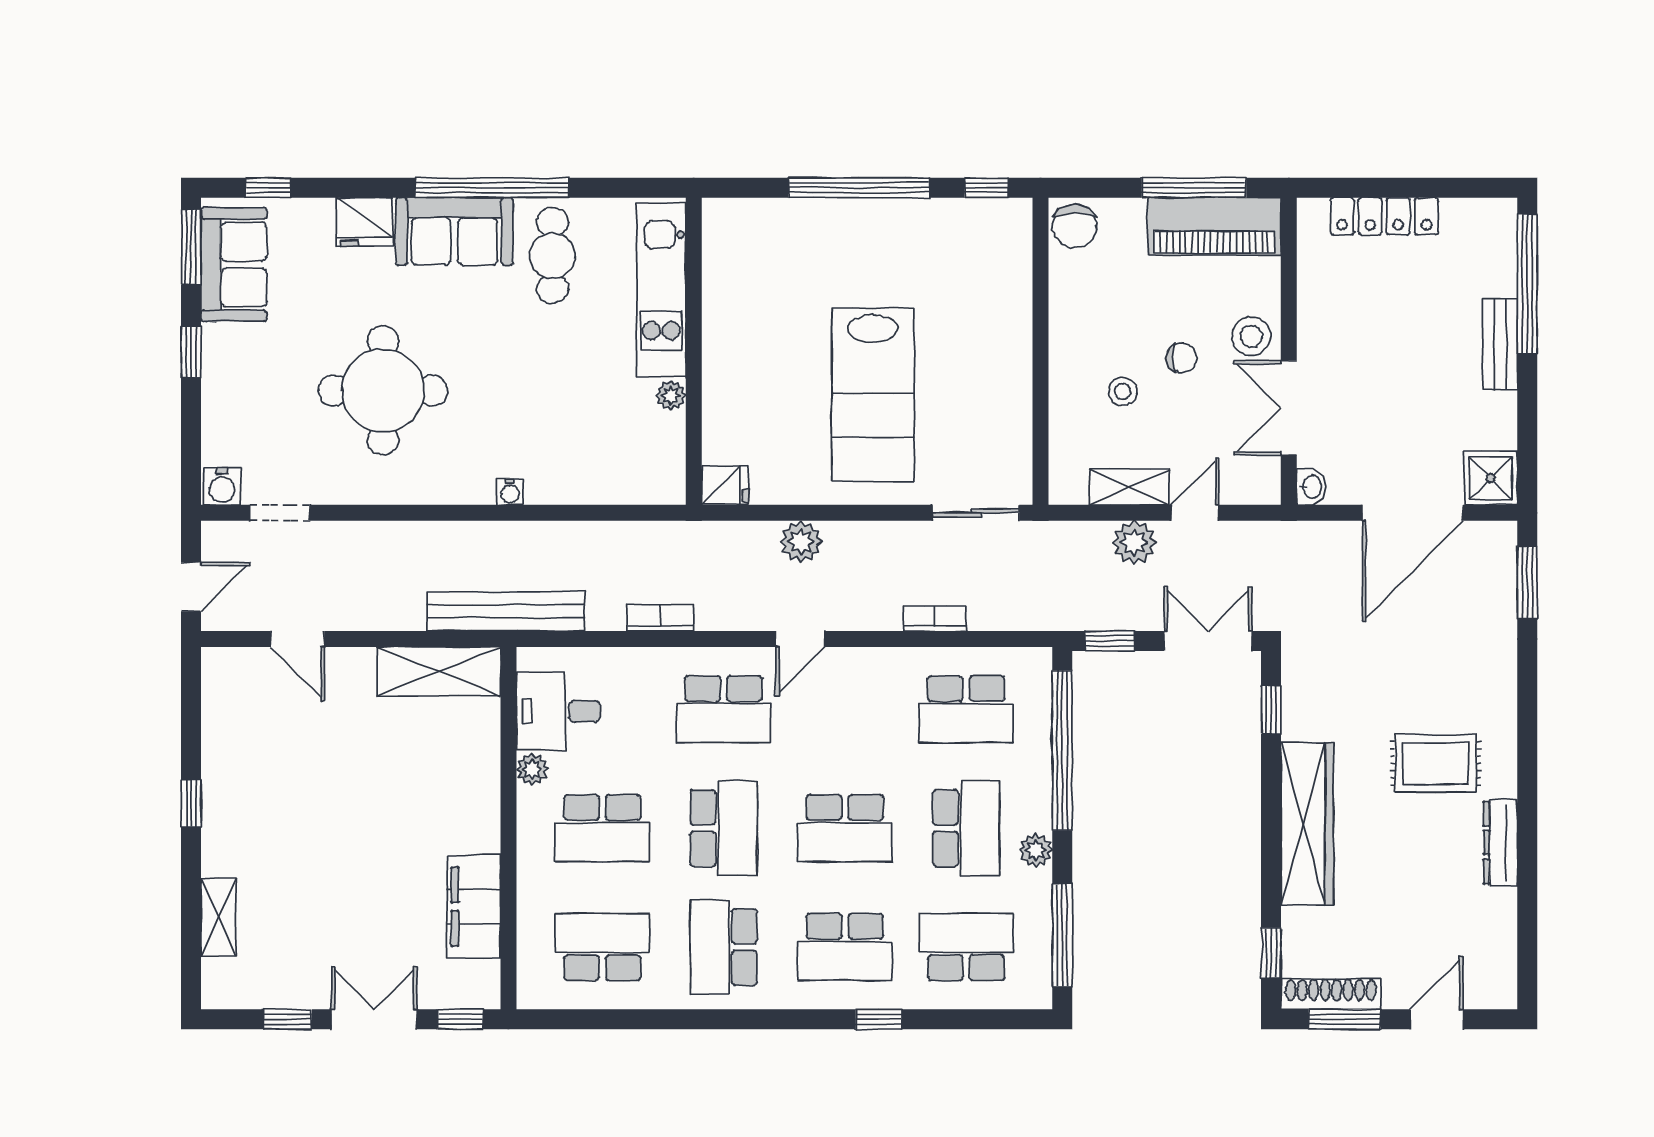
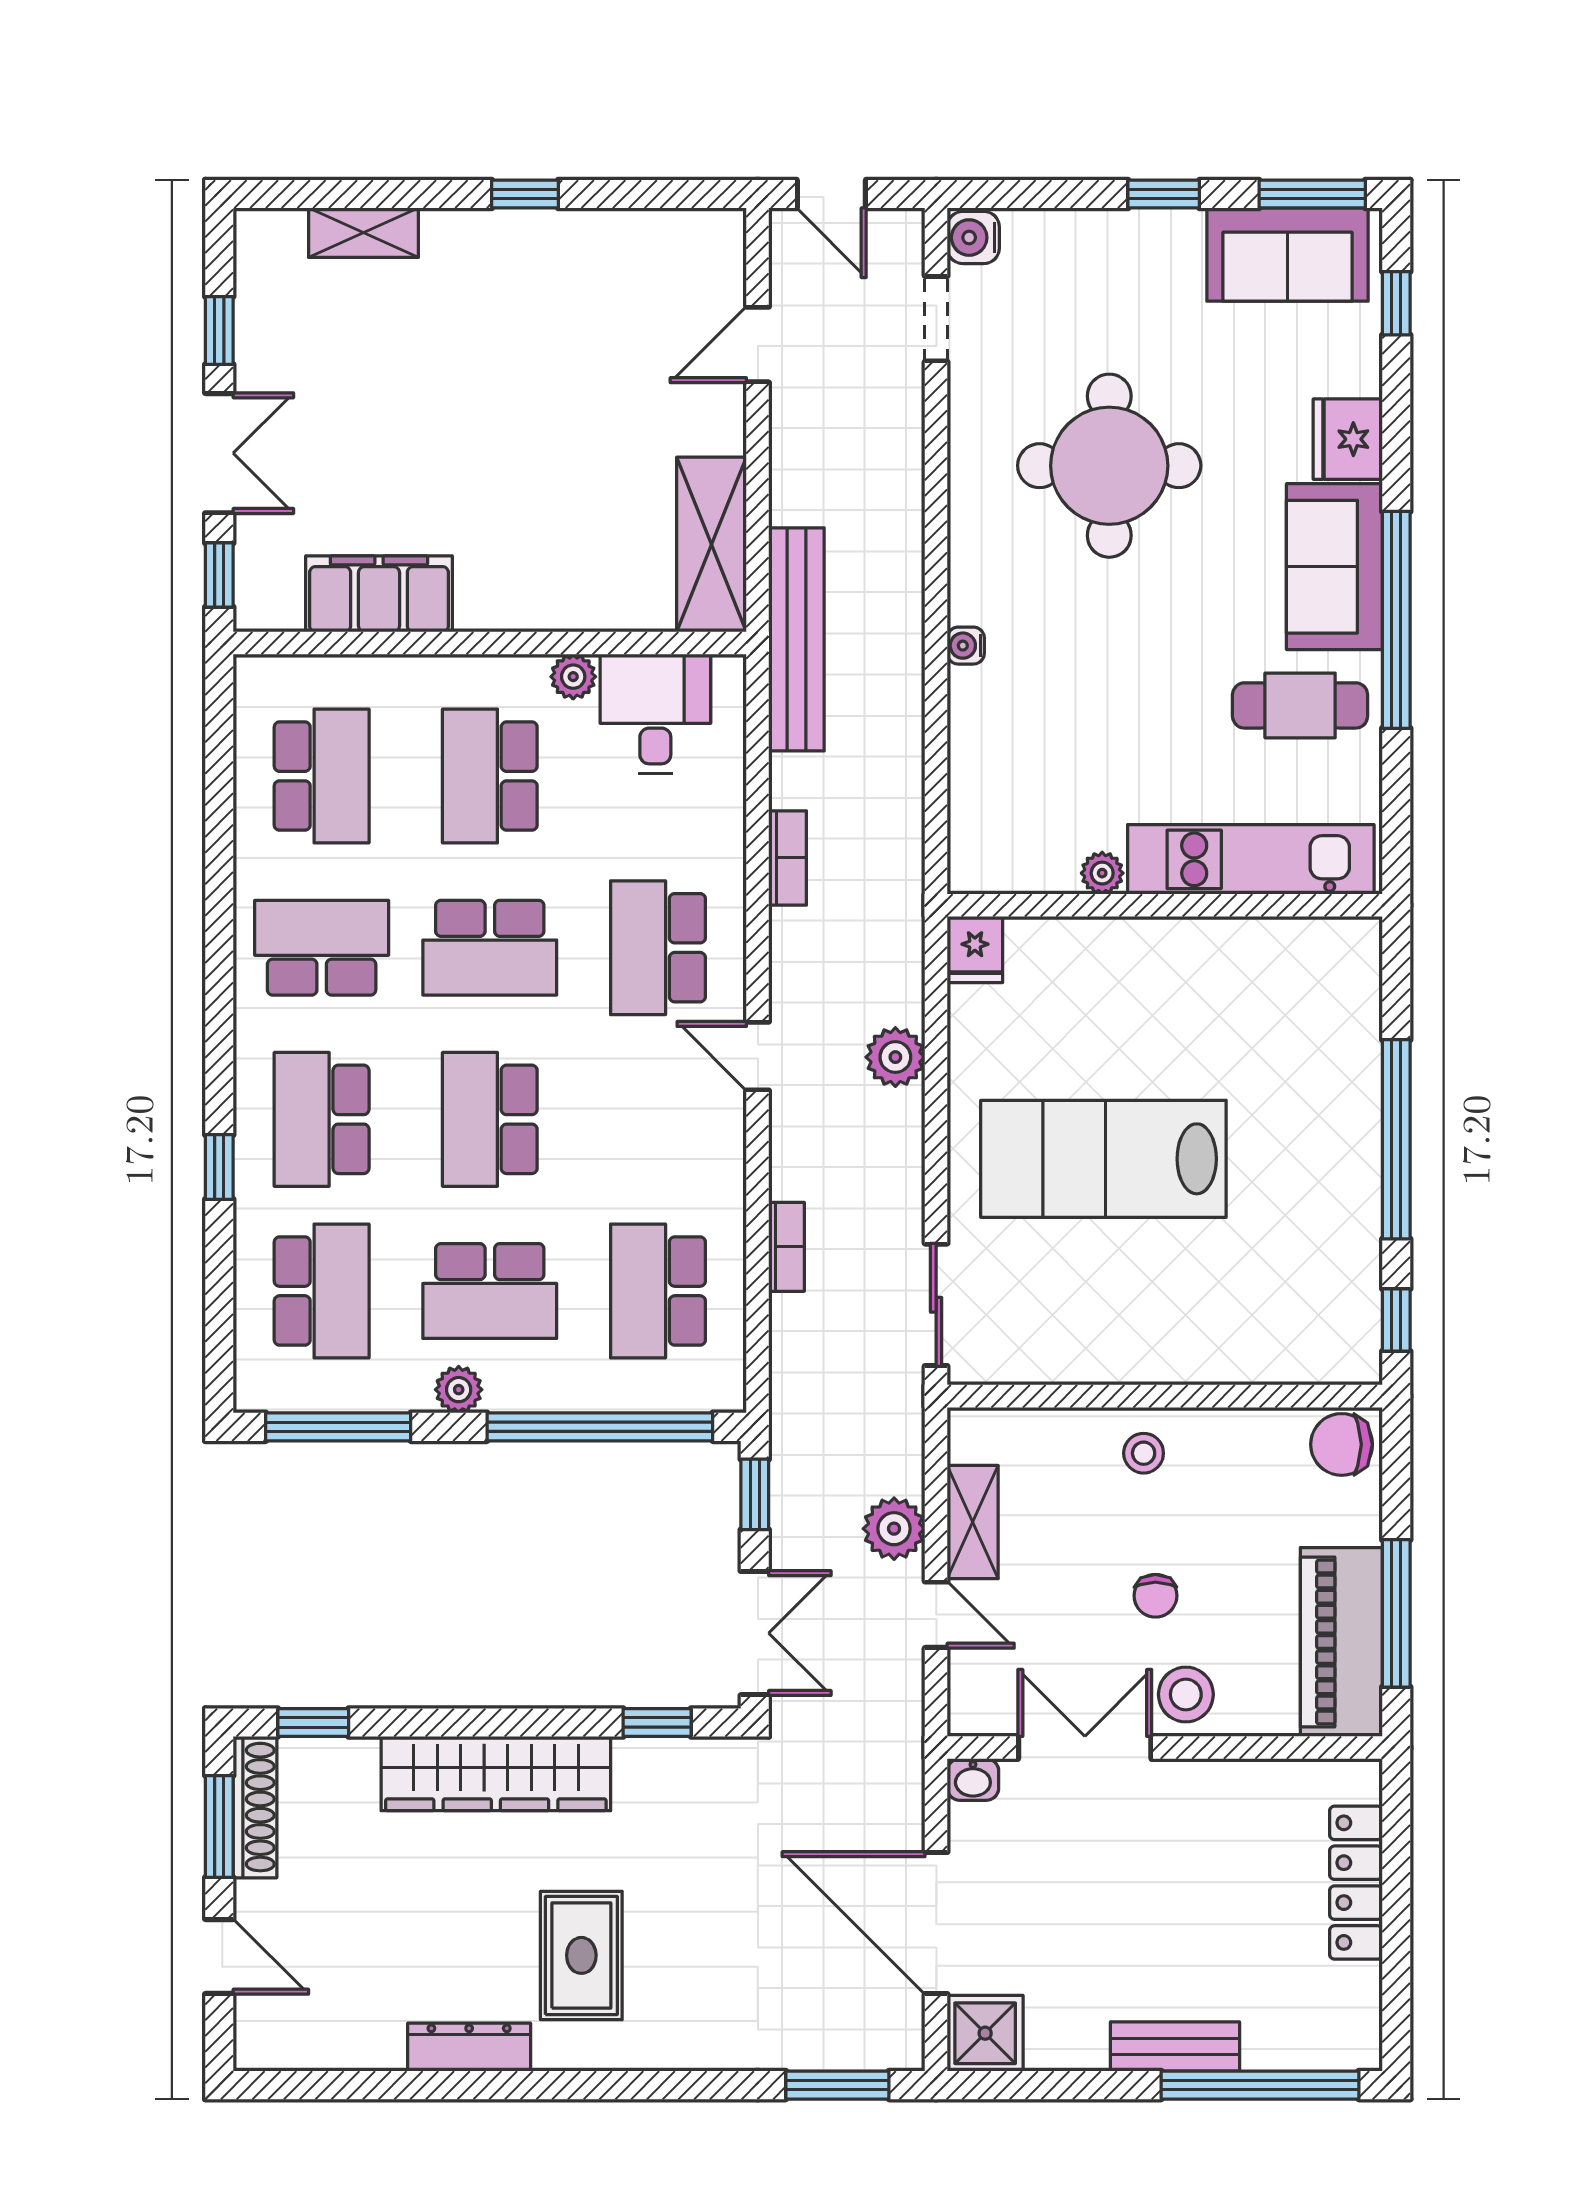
stool: (1123, 391) -> (1144, 1453), moved

